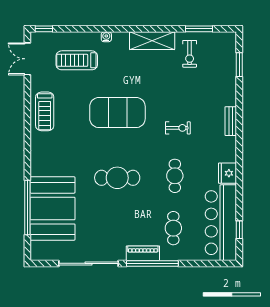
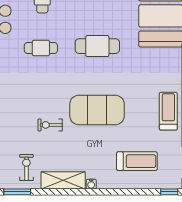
water cooler: (106, 37) -> (91, 184), moved
exercise bike: (178, 128) -> (50, 125), moved
cafe table: (175, 176) -> (41, 48), turned 90

